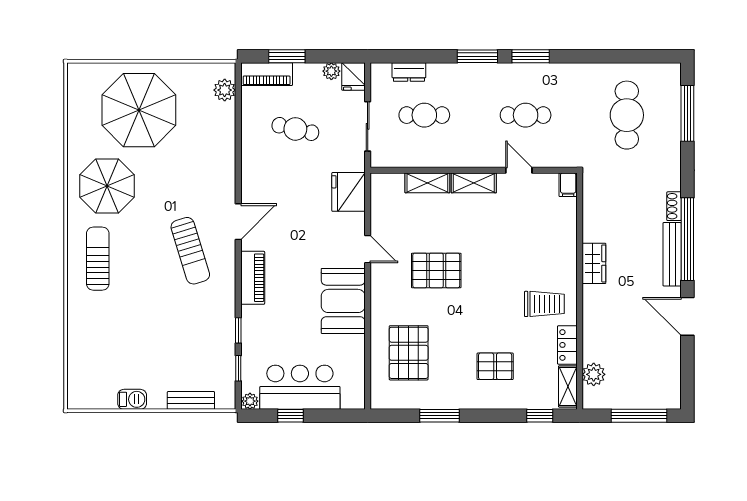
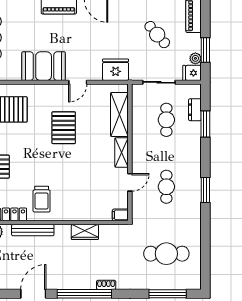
window: (287, 56) -> (205, 50), moved
window: (477, 56) -> (205, 124), moved
cafe table: (295, 129) -> (157, 35), turned -54
shelving: (427, 183) -> (119, 114), width x1.50, depth x1.33
bench: (672, 254) -> (33, 230), moved
wardrobe: (594, 263) -> (85, 232), moved

